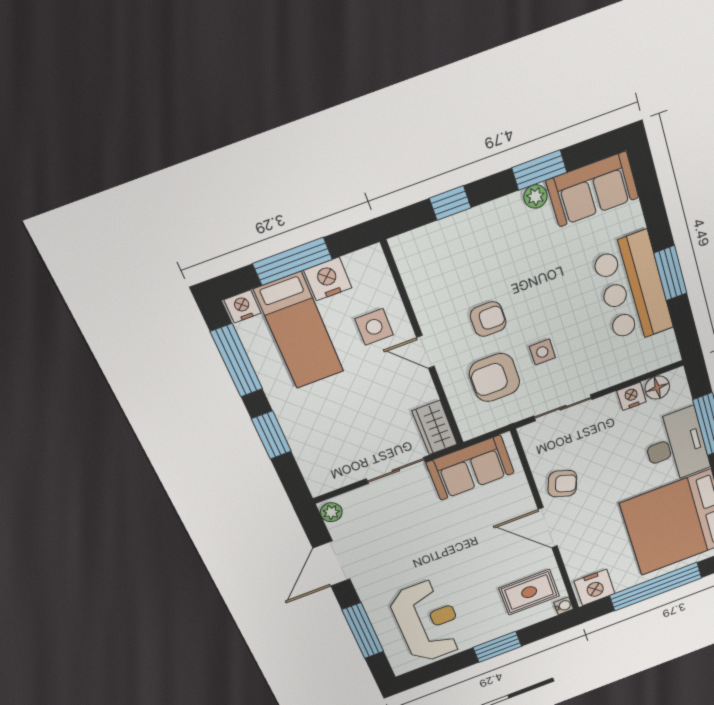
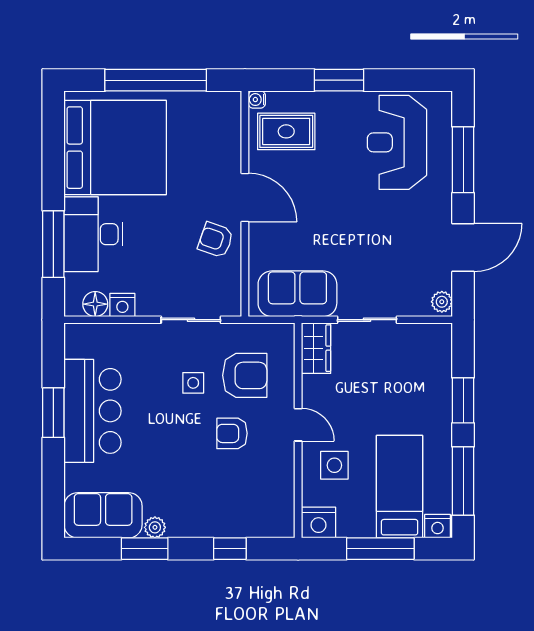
nightstand: (328, 279) -> (319, 523), moved
nightstand: (594, 587) -> (219, 108), removed

